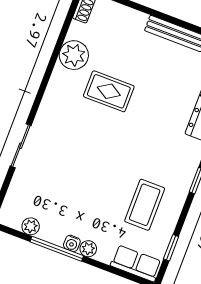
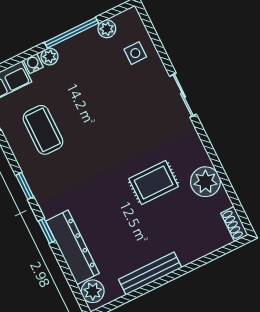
sliding door: (21, 146) -> (183, 95), moved
side table: (29, 190) -> (135, 53), added
water cooler: (72, 243) -> (33, 64), moved

